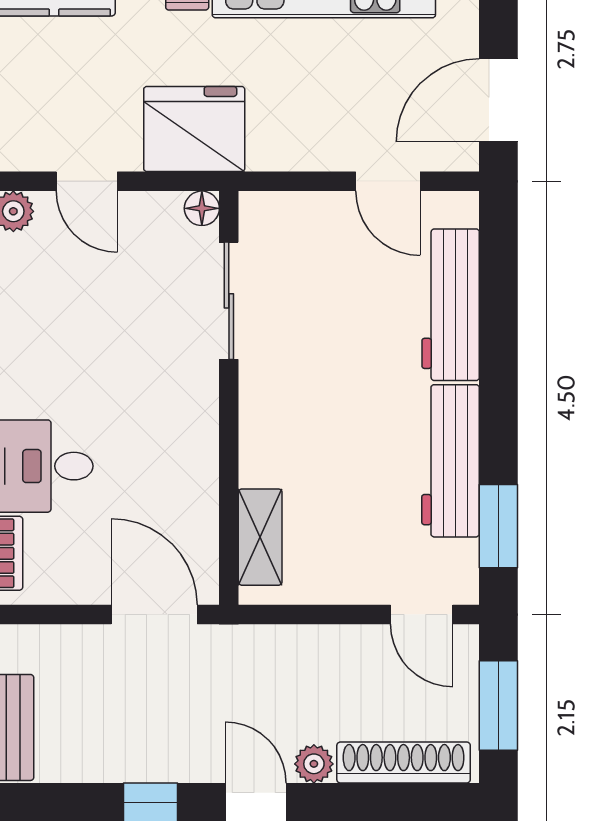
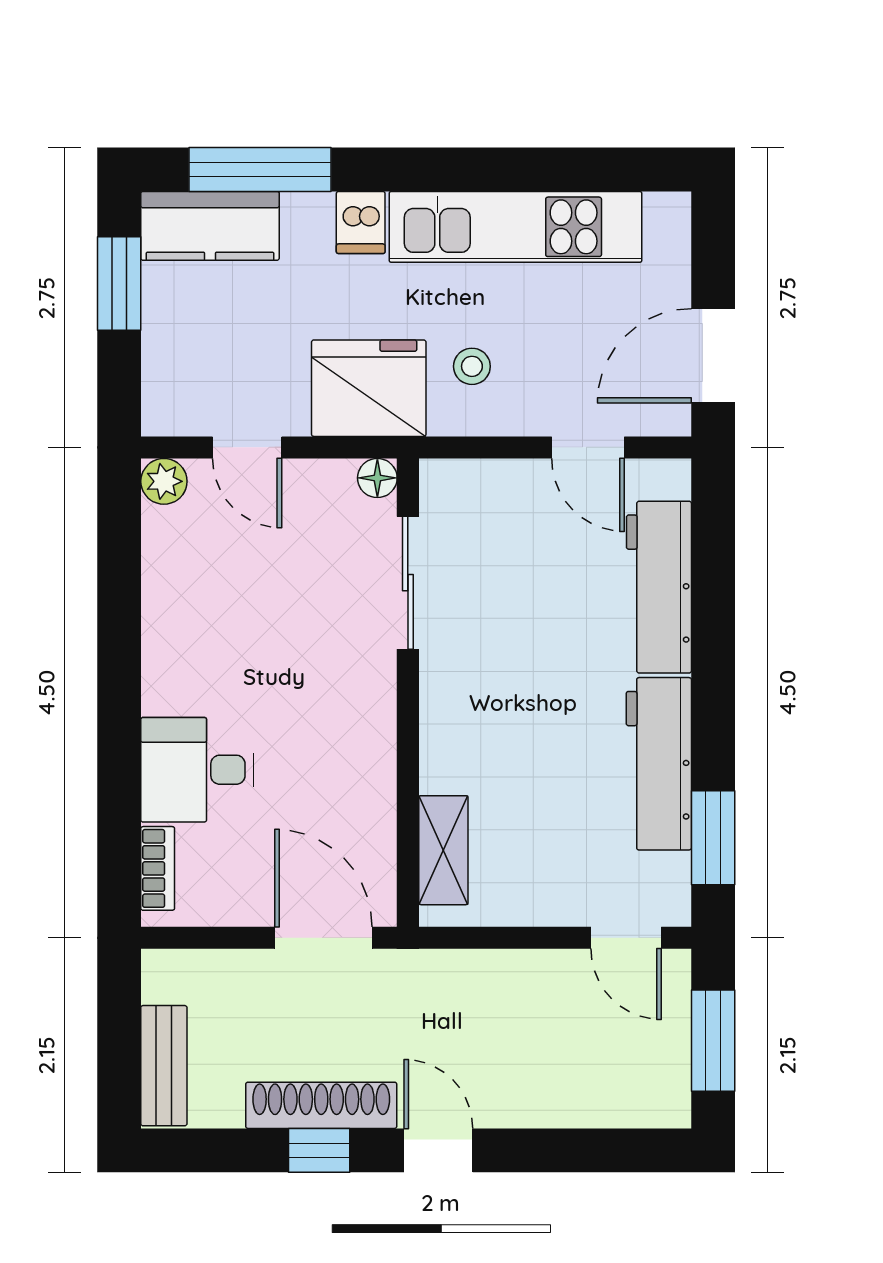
stool: (285, 110) -> (472, 366), added
shoe rack: (404, 762) -> (321, 1105), moved
plant: (314, 764) -> (504, 1107), removed

